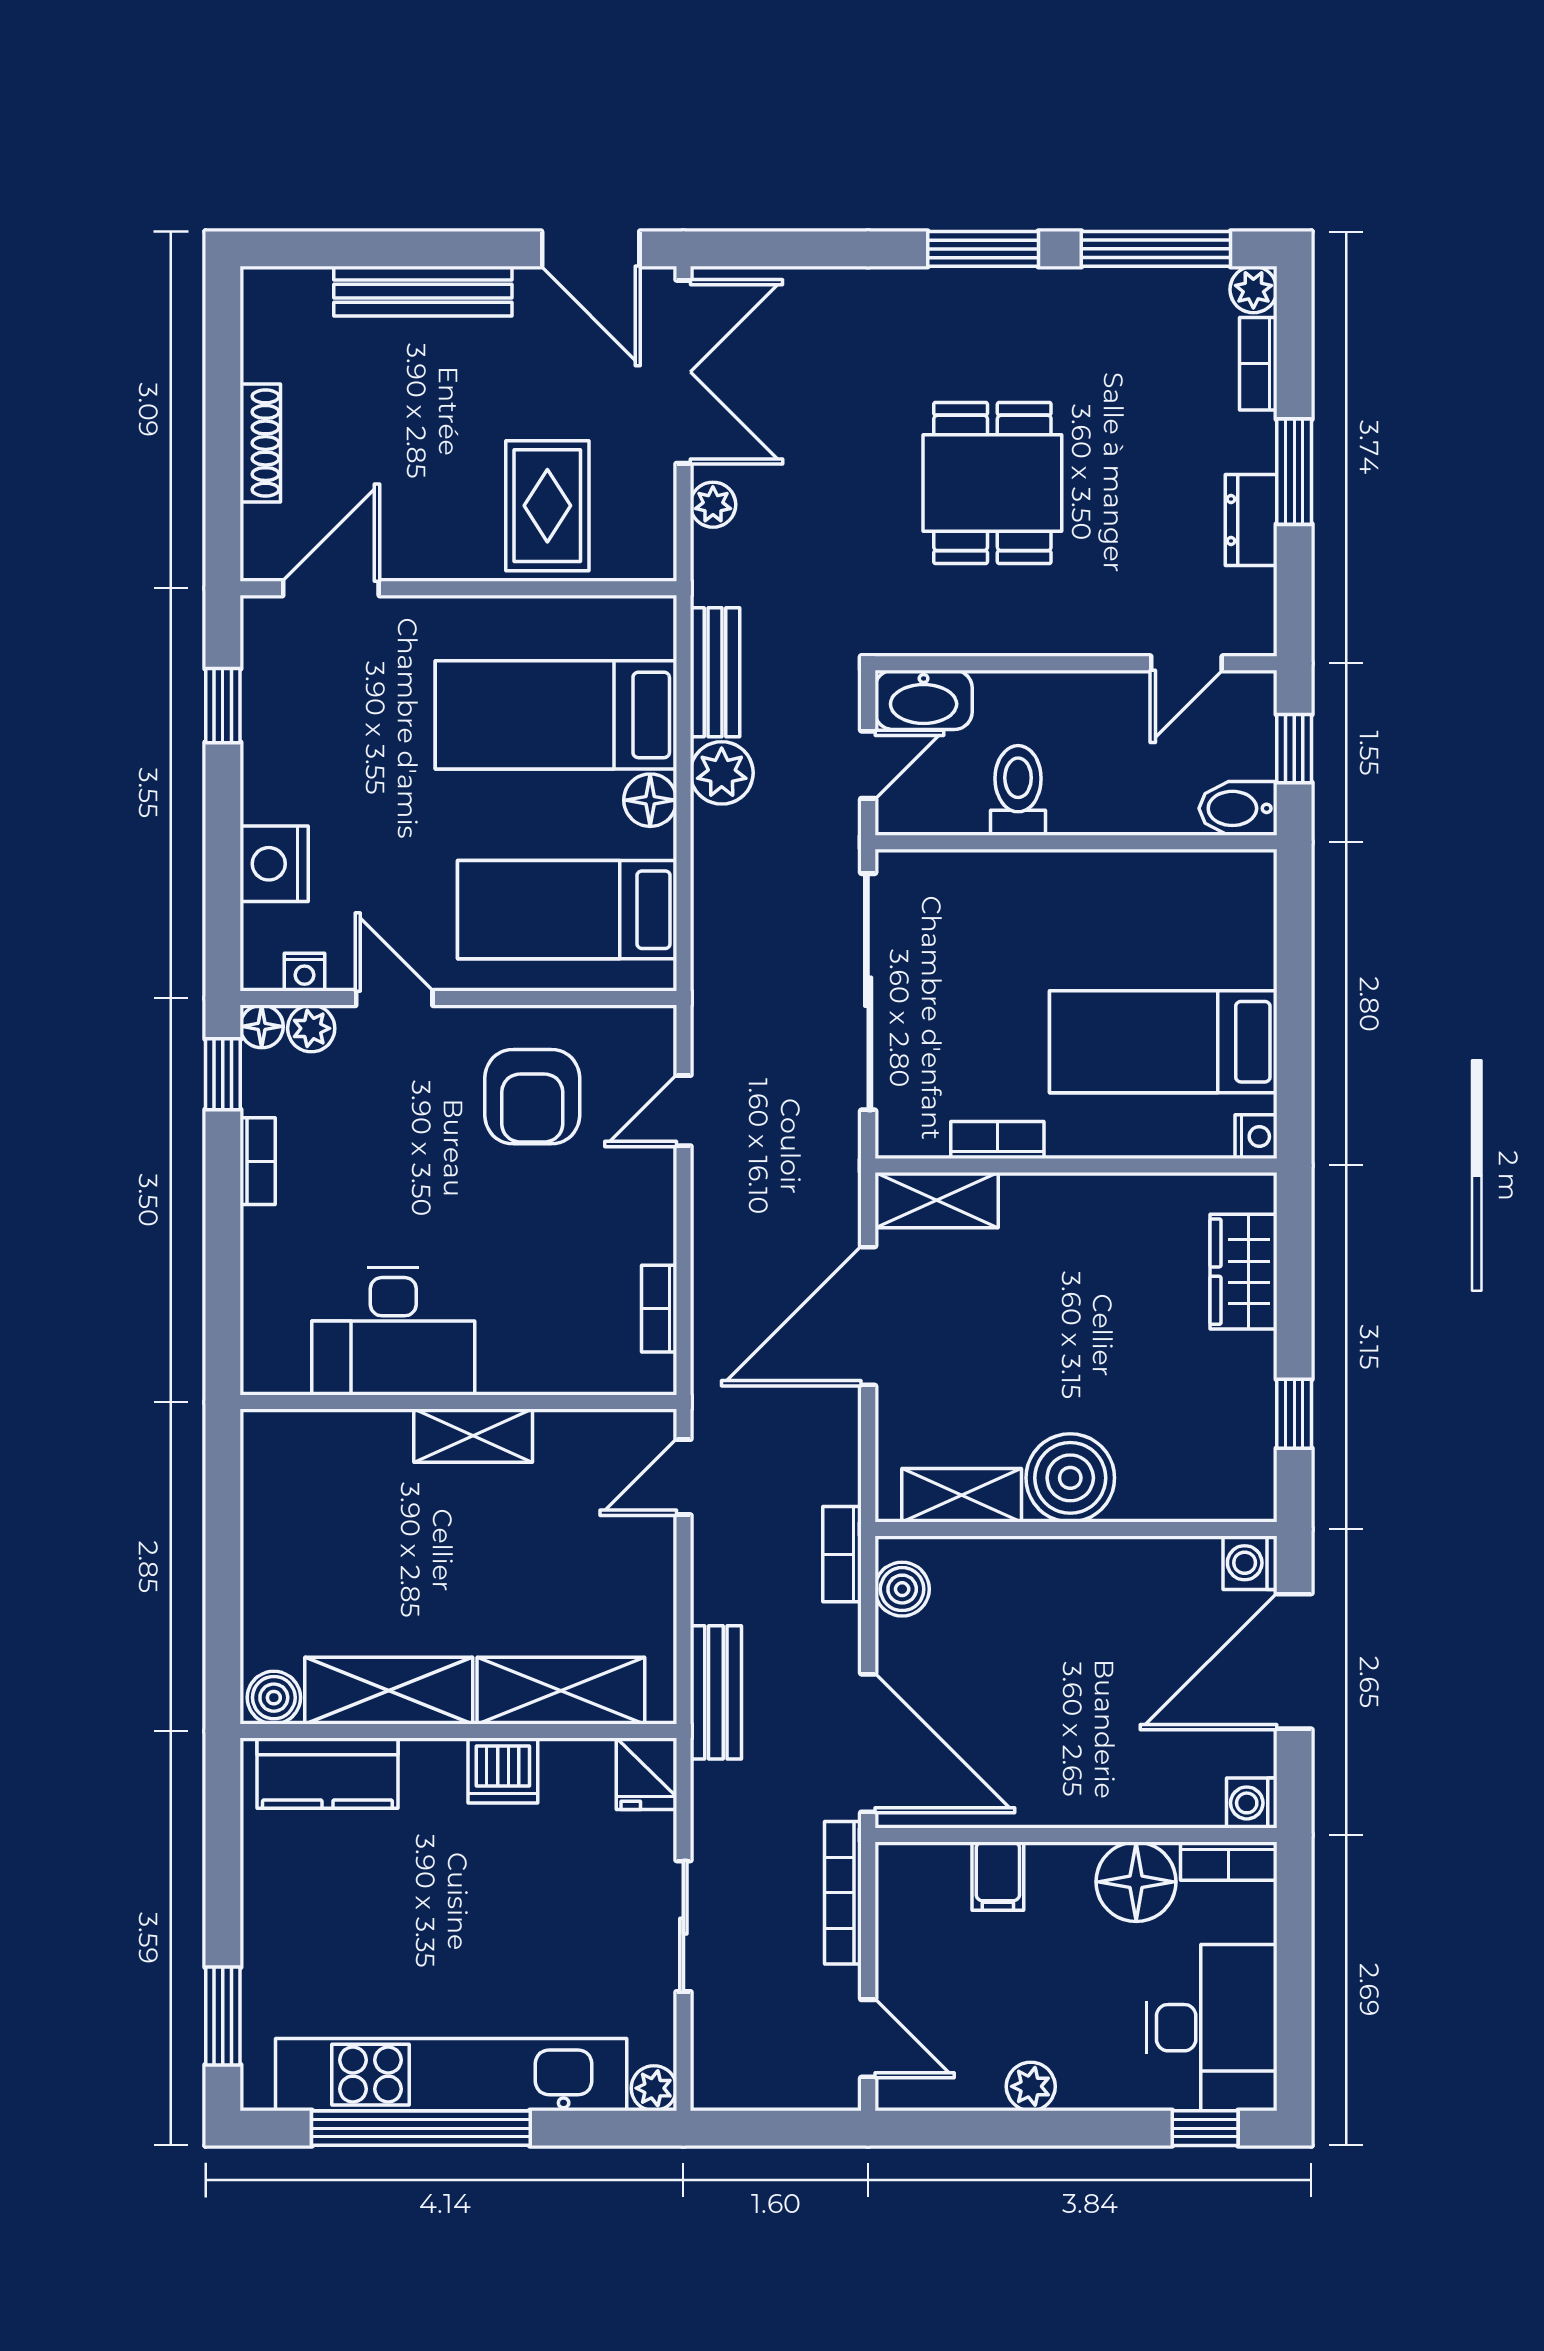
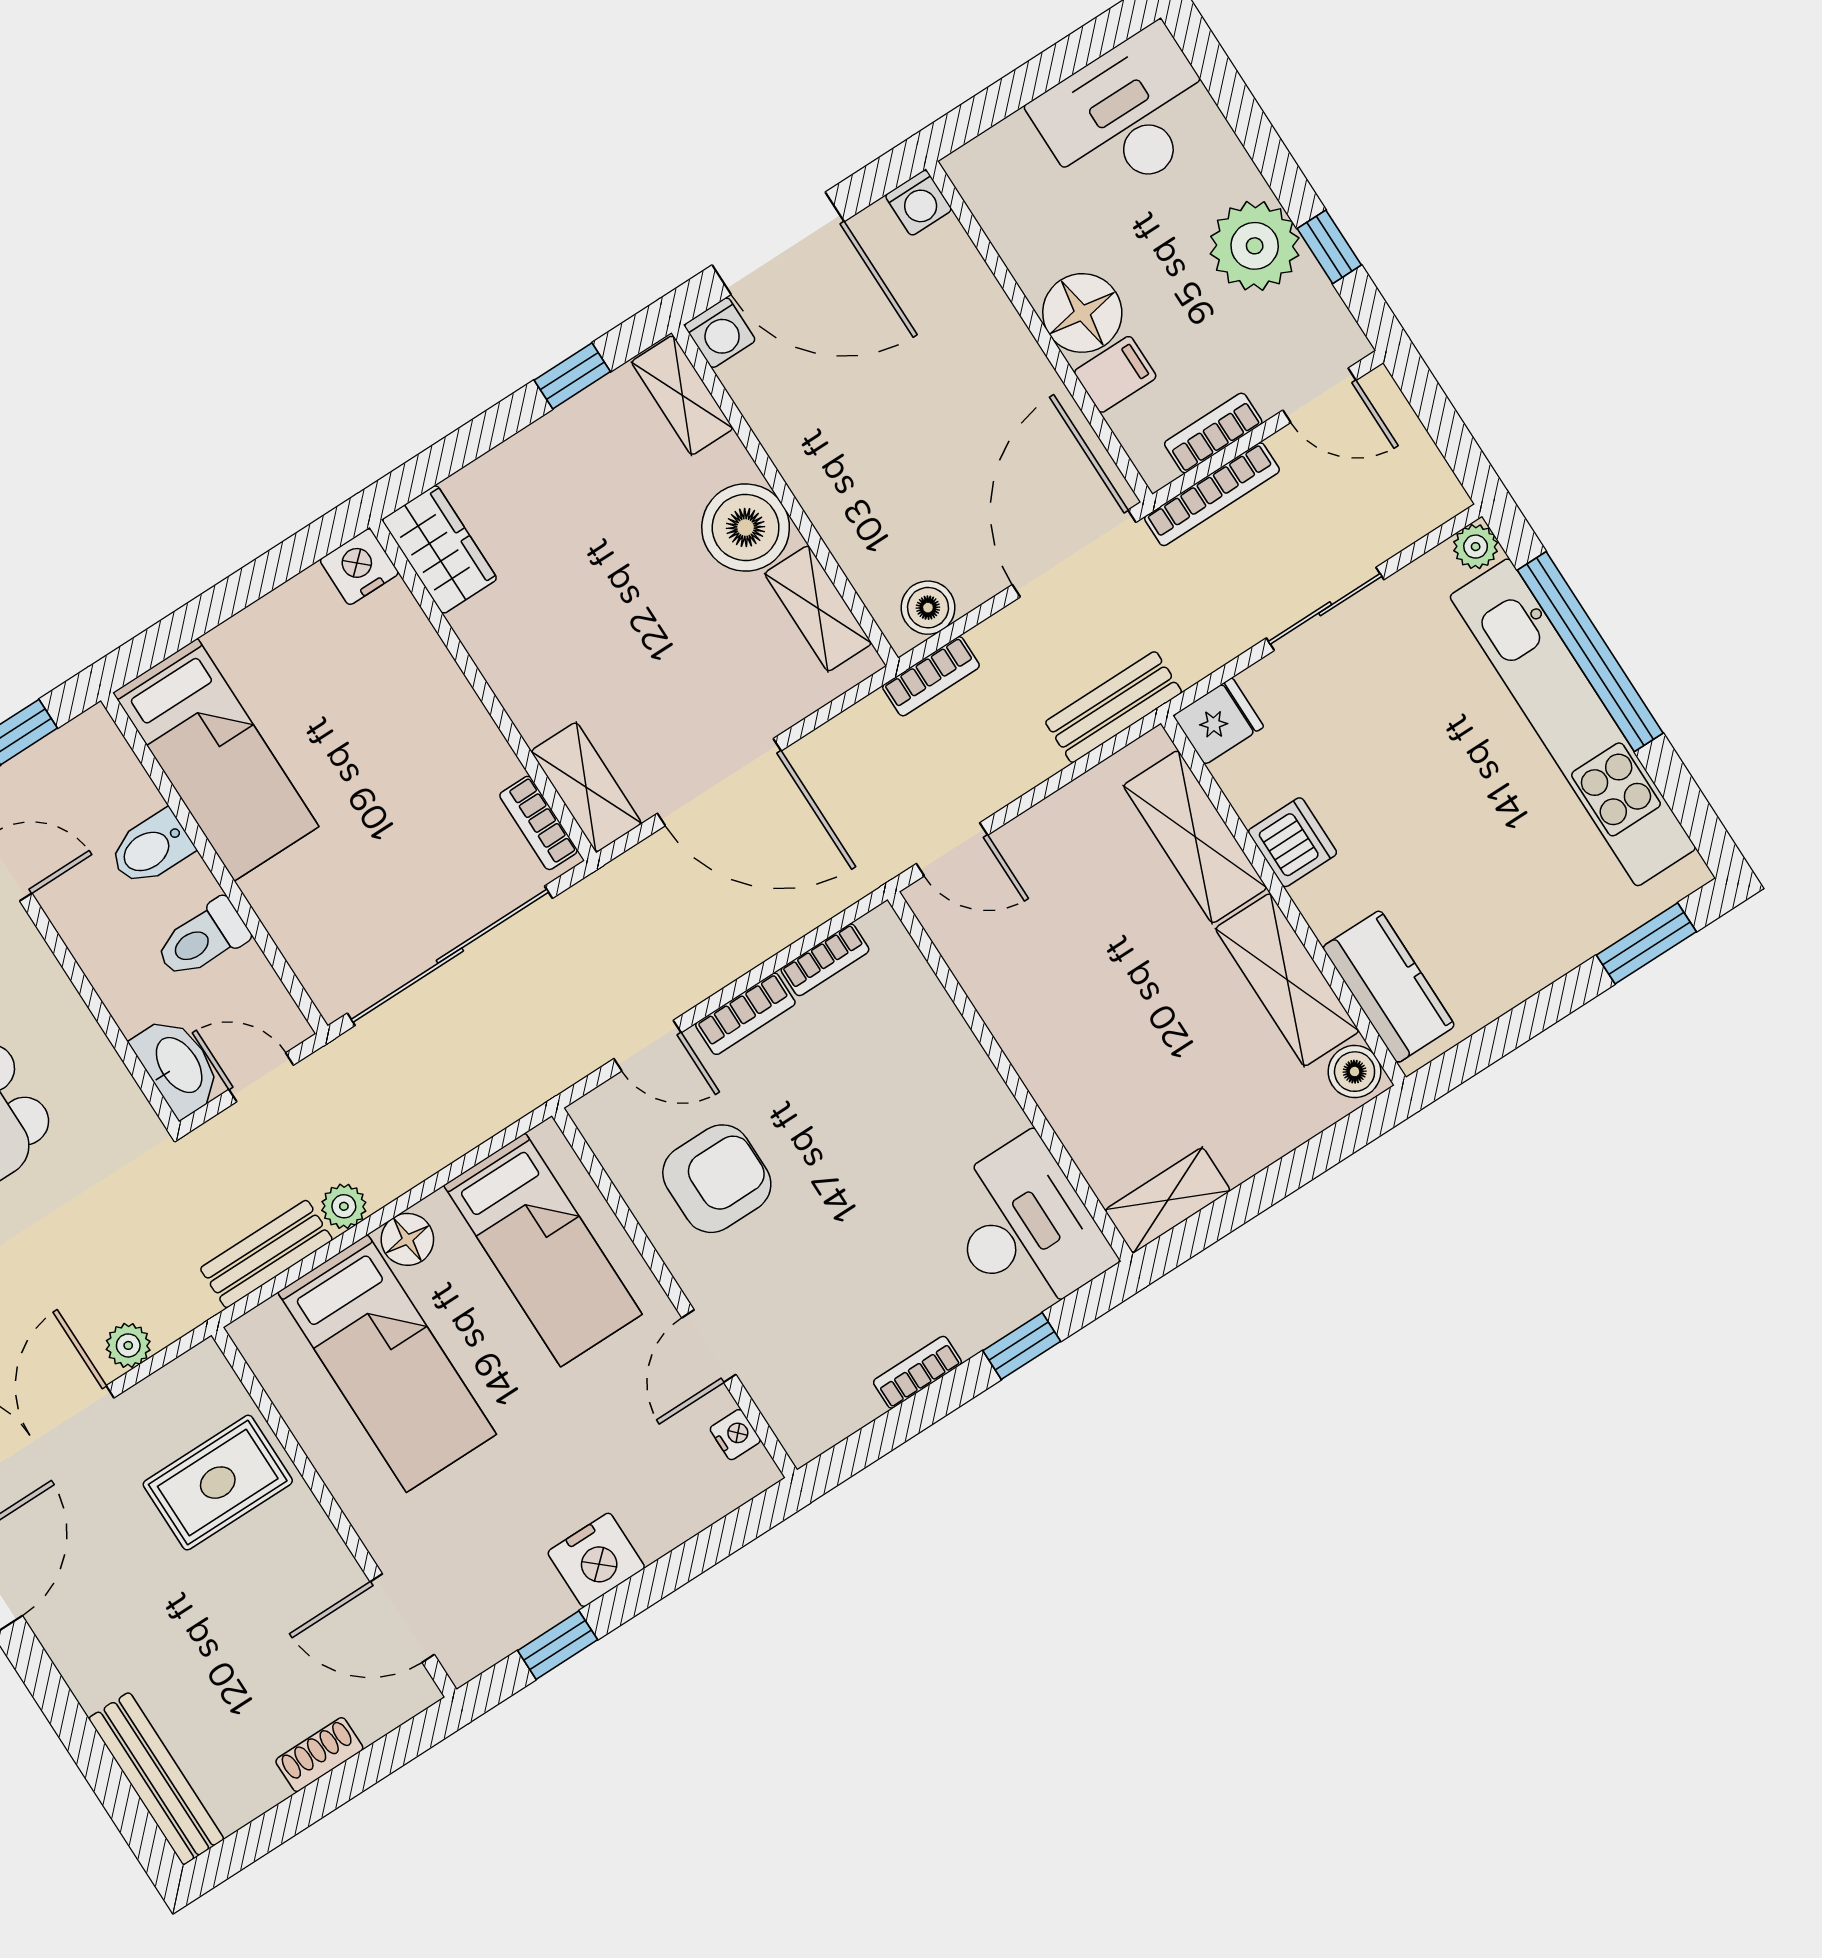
bench: (423, 291) -> (156, 1779), moved
shoe rack: (260, 443) -> (319, 1755), width x0.70
plant: (722, 773) -> (344, 1206), width x0.73, depth x0.73
bidet: (1238, 808) -> (151, 849), moved, turned 90
nightstand: (274, 864) -> (596, 1560), moved
floor lamp: (262, 1026) -> (803, 1441), removed
plant: (311, 1028) -> (779, 1399), removed
bed: (1163, 1042) -> (216, 760), moved
window: (223, 1074) -> (1022, 1346), moved
nightstand: (1256, 1137) -> (359, 567), width x1.39, depth x1.35
bookcase: (997, 1140) -> (538, 823), moved
bookcase: (657, 1211) -> (745, 1014), added
wardrobe: (1243, 1272) -> (439, 549), moved, turned -90
desk: (393, 1331) -> (1024, 1228), moved
shelving: (473, 1436) -> (1168, 1200), moved, turned 90
shelving: (1217, 1497) -> (682, 395), added
bookcase: (1229, 1861) -> (1213, 433), moved, turned -90
floor lamp: (1136, 1882) -> (1082, 313), moved
door: (868, 2038) -> (1319, 395), swing flipped
plant: (1031, 2086) -> (1255, 246), width x1.87, depth x1.87
window: (421, 2128) -> (1590, 652), moved
window: (1205, 2128) -> (1329, 247), moved

